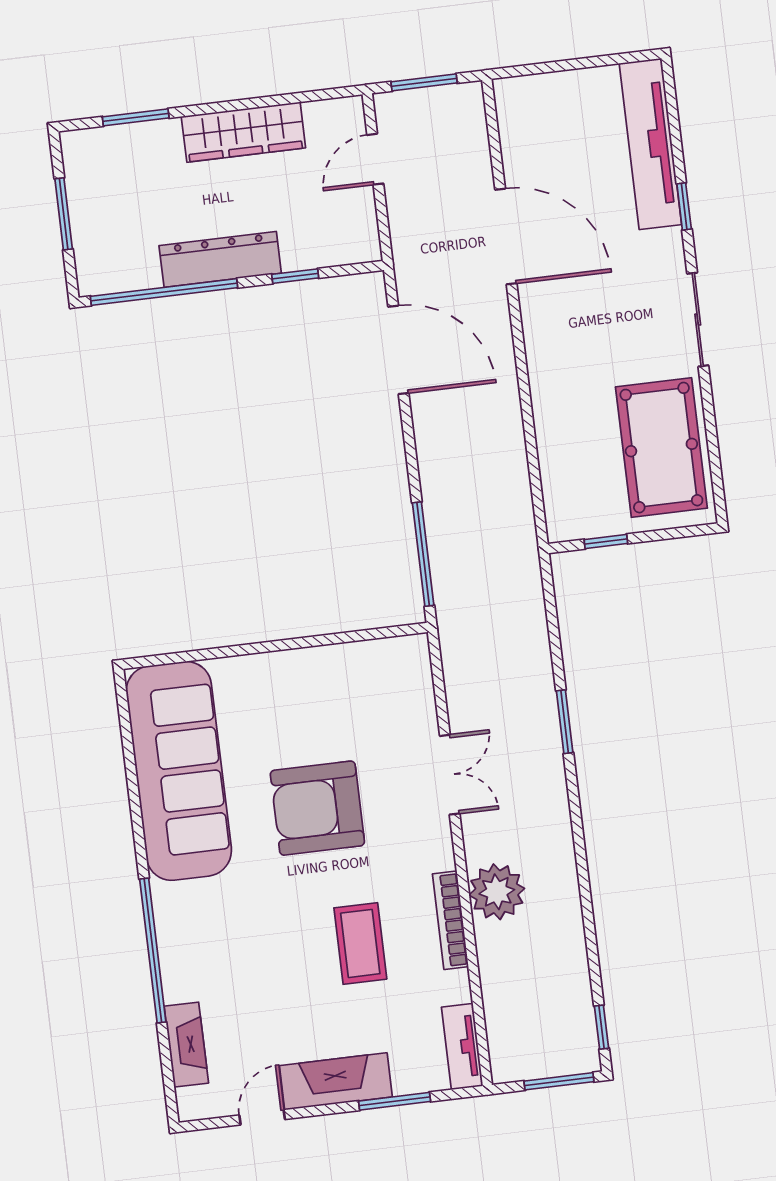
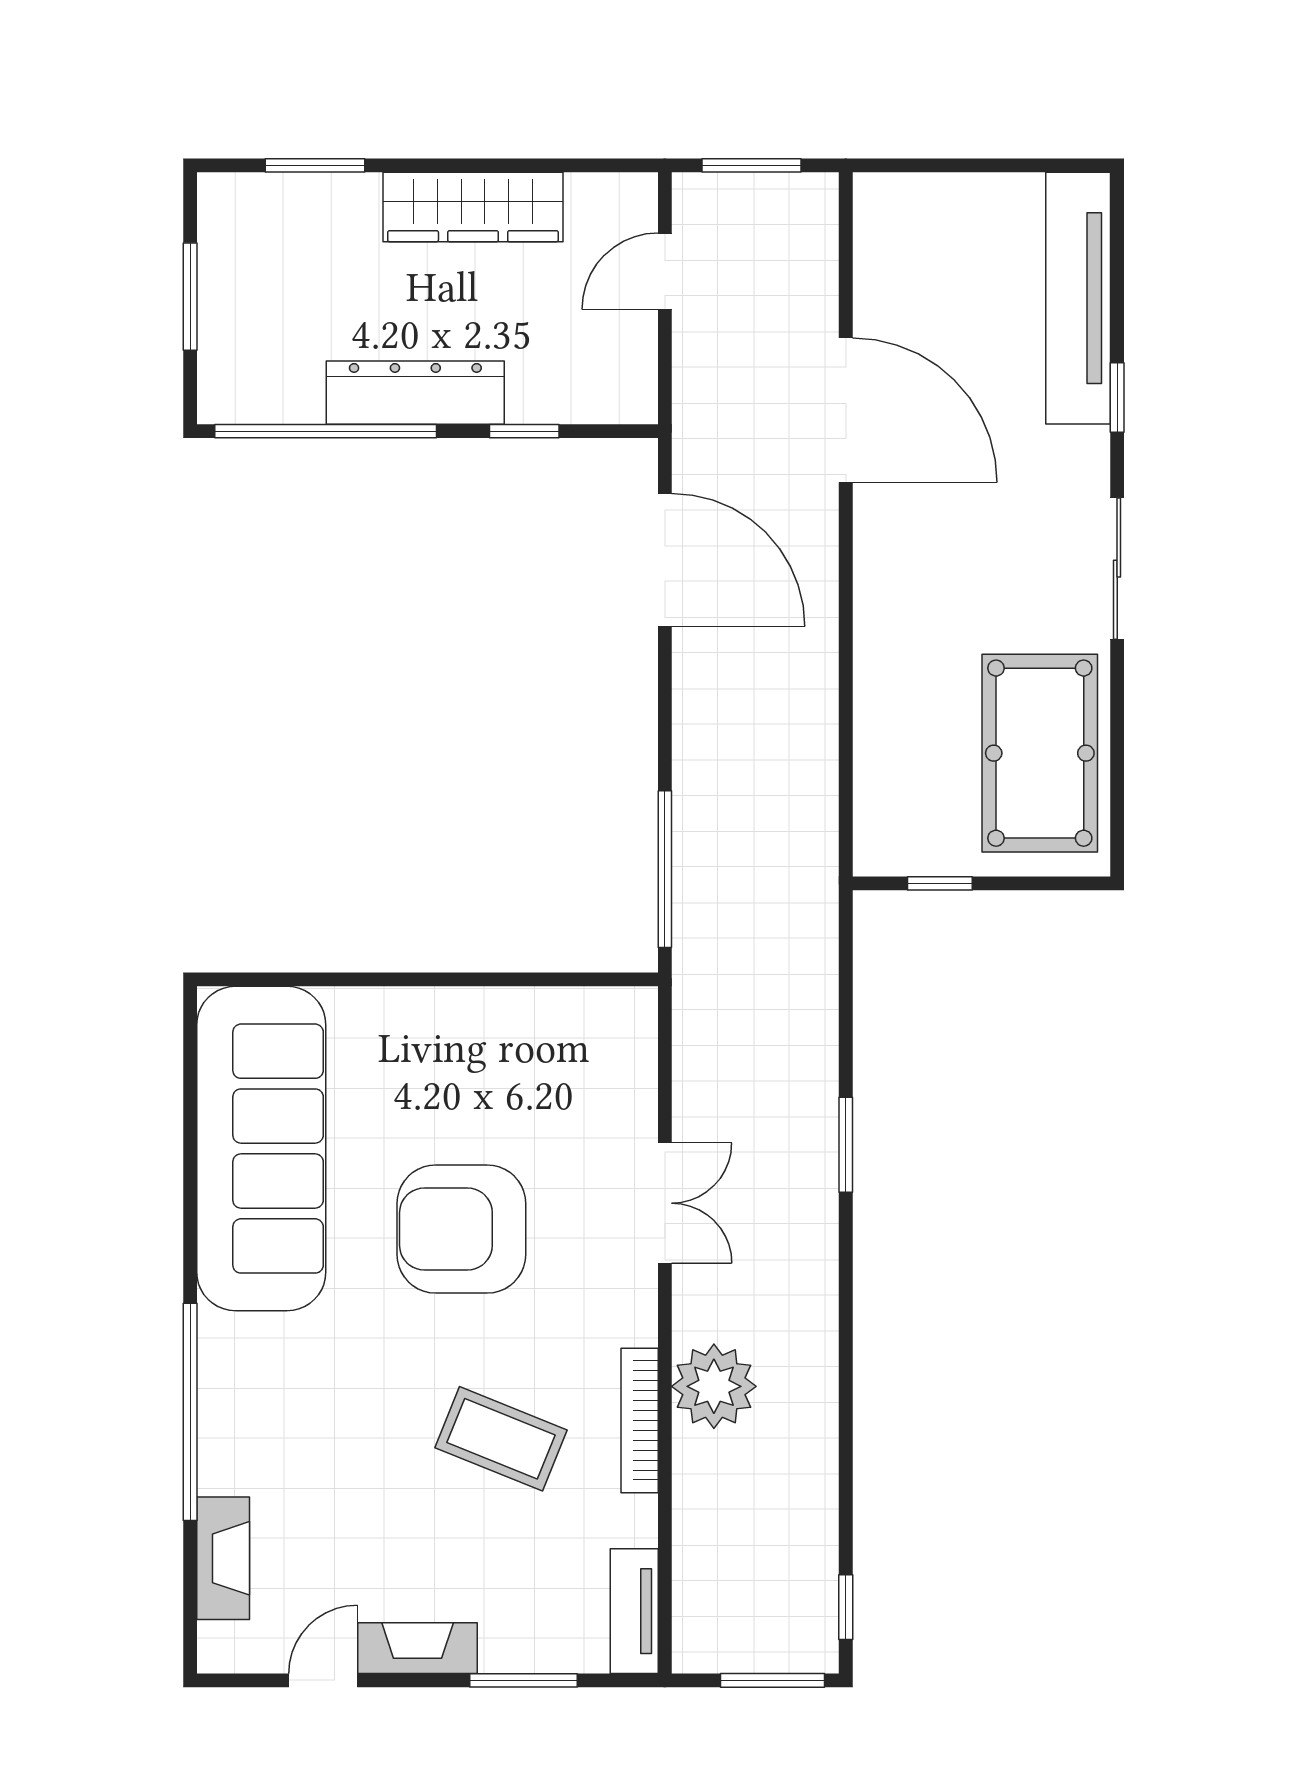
coffee table: (360, 943) -> (501, 1439), turned -68
fireplace: (336, 1081) -> (418, 1648), width x0.73, depth x0.76

